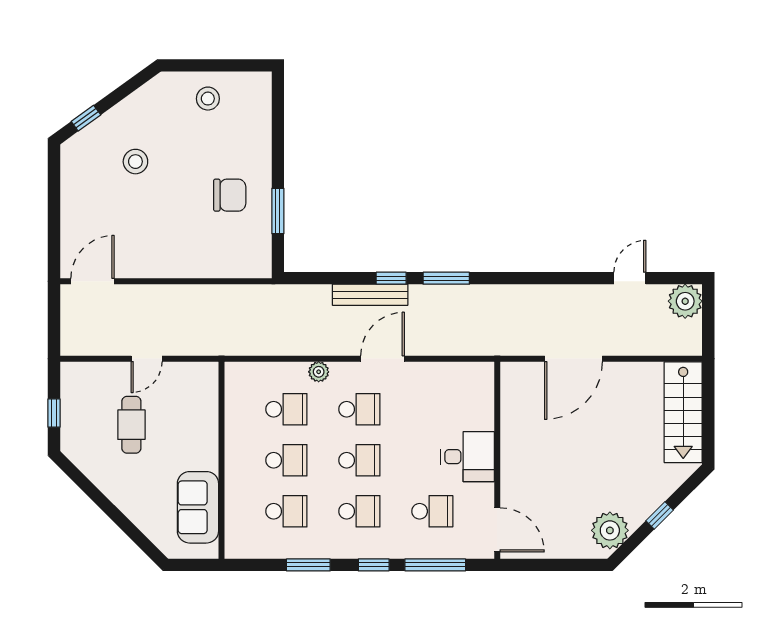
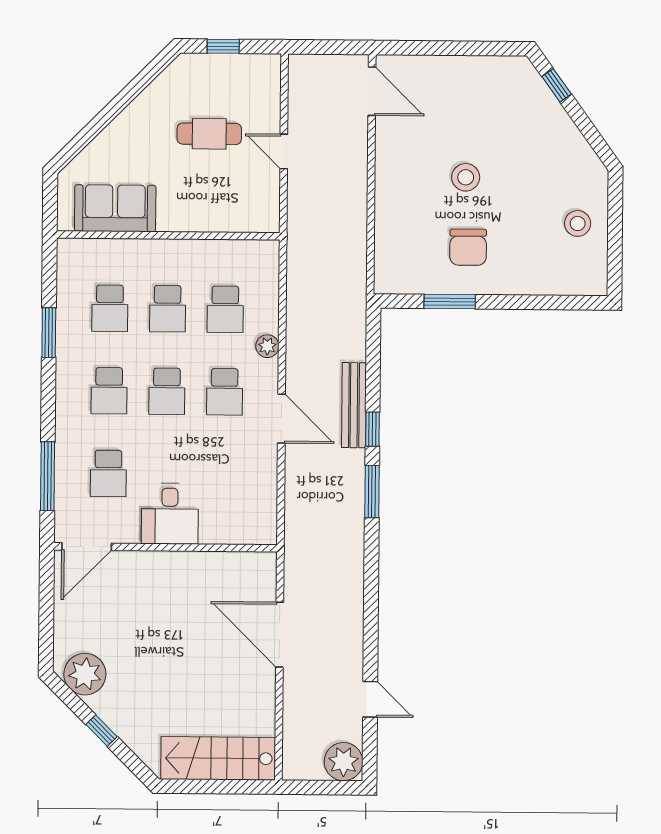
stool: (135, 162) -> (466, 177), moved
window: (374, 565) -> (48, 407), removed

